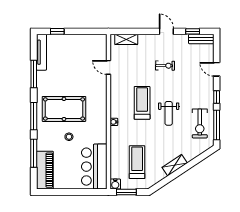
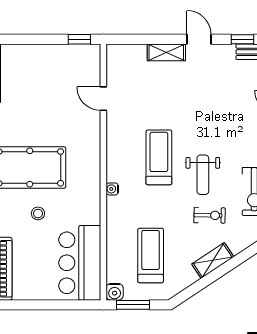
window: (57, 31) -> (79, 39), moved
shelving: (126, 39) -> (166, 52), moved
exercise bike: (165, 66) -> (210, 215), moved

